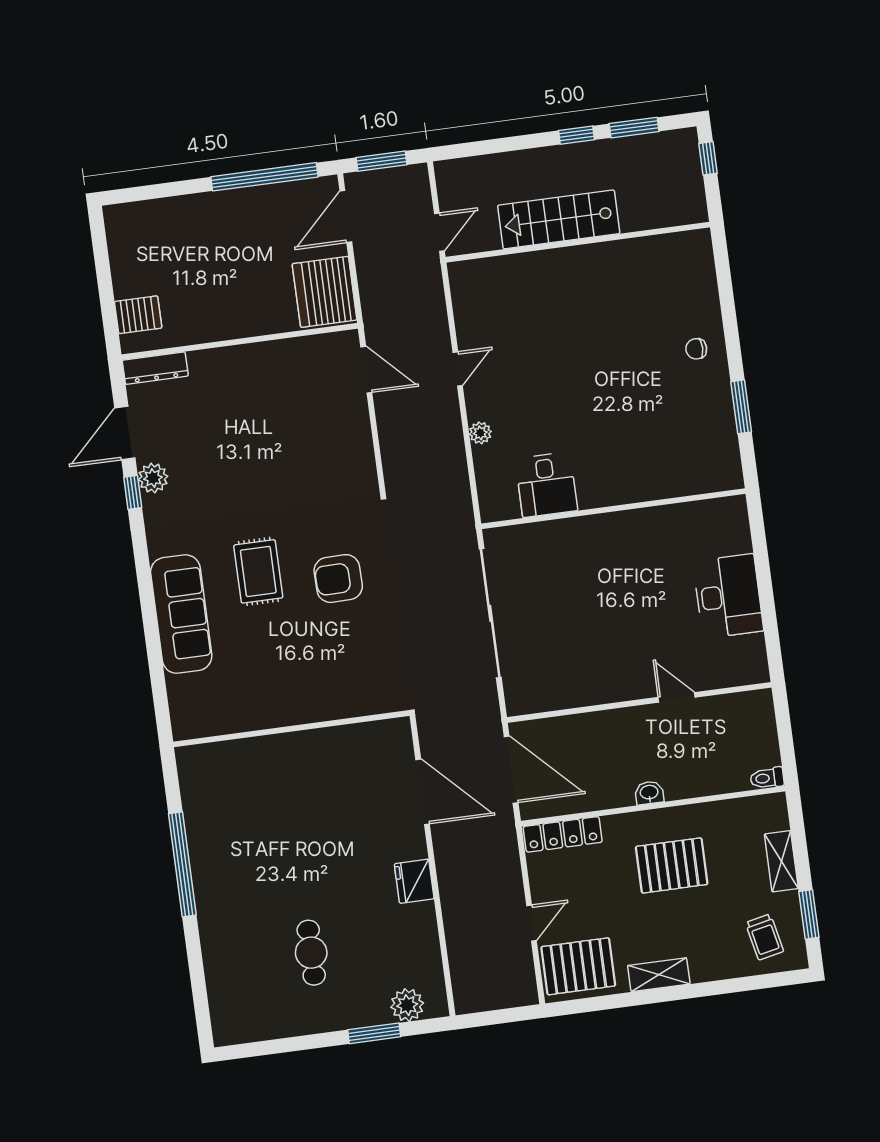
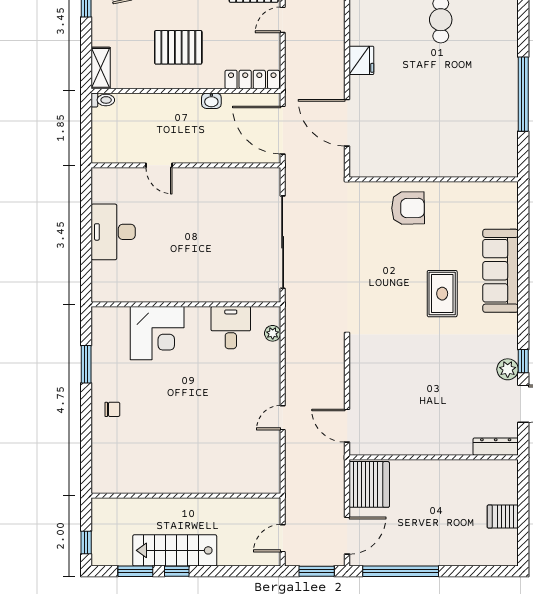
stairs: (559, 219) -> (175, 550), moved, turned 180
door: (439, 232) -> (283, 538), moved
server rack: (138, 315) -> (503, 517), moved
plant: (480, 433) -> (273, 333), moved
corner desk: (648, 463) -> (157, 333), added
armchair: (338, 579) -> (408, 208), moved
washbasin: (649, 793) -> (211, 101), moved
shelving: (781, 861) -> (101, 68), moved

